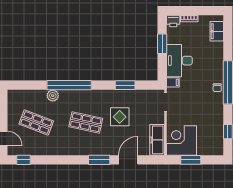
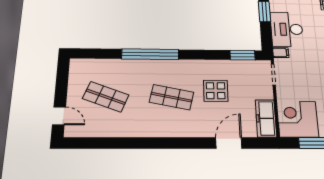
window: (125, 85) -> (243, 55), moved
plant: (53, 96) -> (129, 66), removed
window: (24, 160) -> (86, 143), removed
window: (99, 160) -> (190, 143), removed

